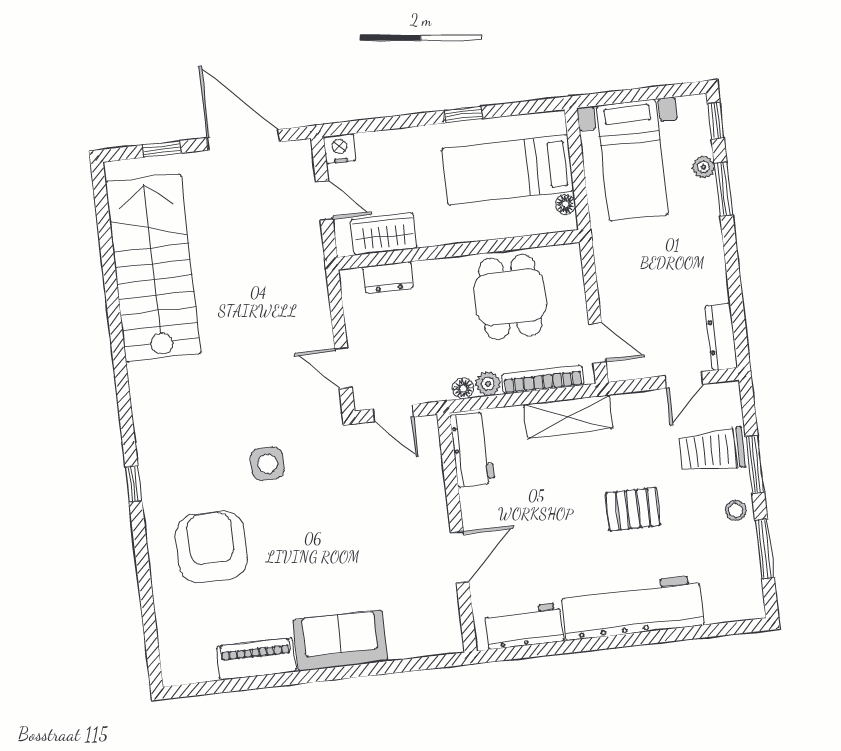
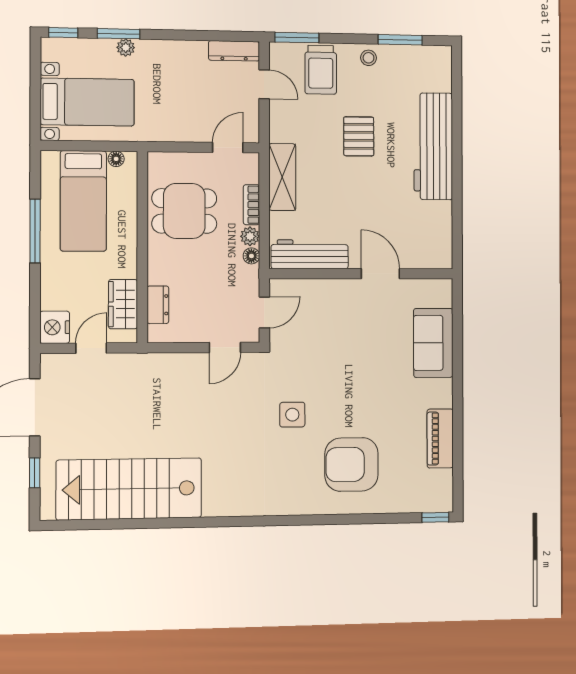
window: (463, 115) -> (35, 231), width x2.17
nightstand: (340, 149) -> (55, 327), width x1.36, depth x1.33
plant: (704, 167) -> (126, 48), moved
bookcase: (543, 380) -> (251, 205), width x0.64
workbench: (472, 449) -> (310, 254), width x1.38
window: (755, 465) -> (297, 38), moved
window: (133, 484) -> (435, 517), moved
workbench: (524, 626) -> (438, 231), removed
sofa: (340, 641) -> (433, 343), moved

